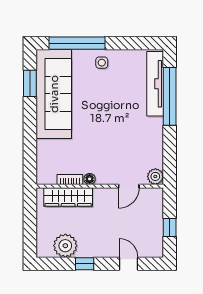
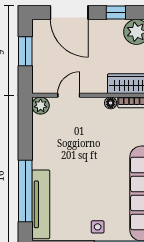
window: (170, 227) -> (25, 51), width x1.50
door: (128, 264) -> (69, 13), width x1.88

